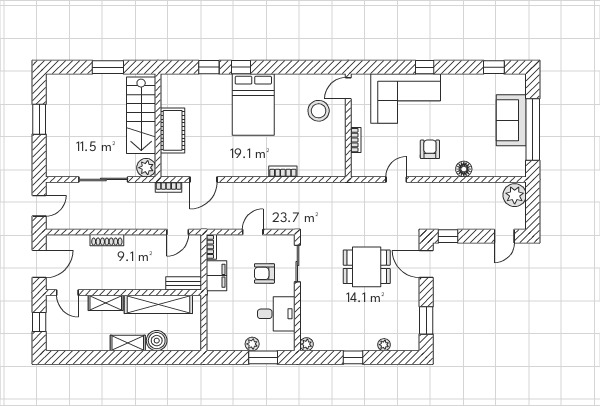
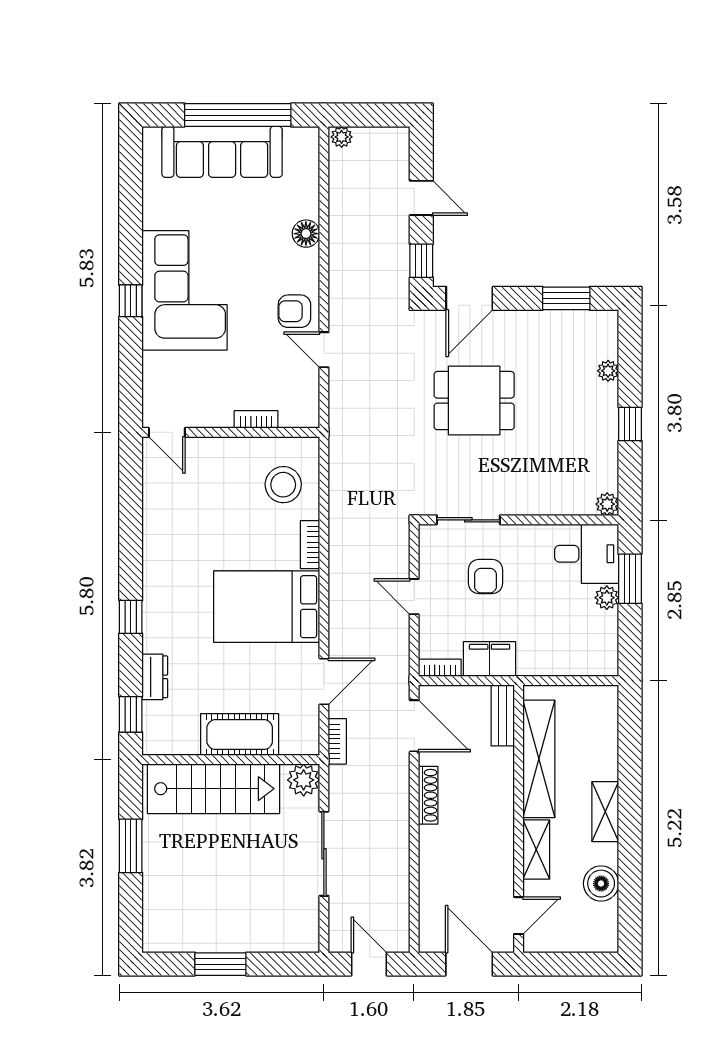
window: (209, 67) -> (131, 714), moved
window: (494, 67) -> (131, 182), removed
dresser: (206, 81) -> (155, 677), added
corner sofa: (406, 98) -> (185, 290), moved
bed: (253, 105) -> (267, 607), moved, turned 180
stool: (319, 111) -> (283, 485), moved
sofa: (511, 120) -> (222, 152), width x1.36
armchair: (430, 149) -> (294, 311), moved
door: (203, 179) -> (324, 681), hinge flipped
plant: (515, 195) -> (342, 137), width x0.53, depth x0.53
door: (178, 232) -> (414, 726), width x1.38
door: (504, 236) -> (421, 198), moved
shoe rack: (107, 240) -> (428, 795), moved
dining table: (367, 267) -> (474, 401), turned 90
desk: (276, 314) -> (587, 554), moved, turned 90
window: (39, 322) -> (569, 964), removed
boiler: (157, 341) -> (601, 884), moved

